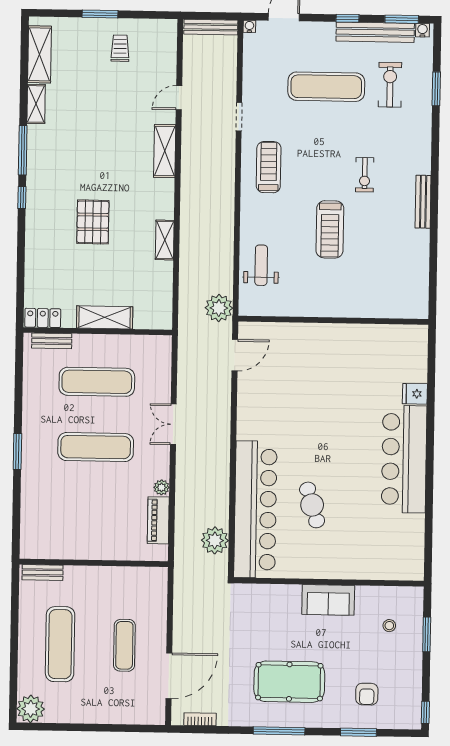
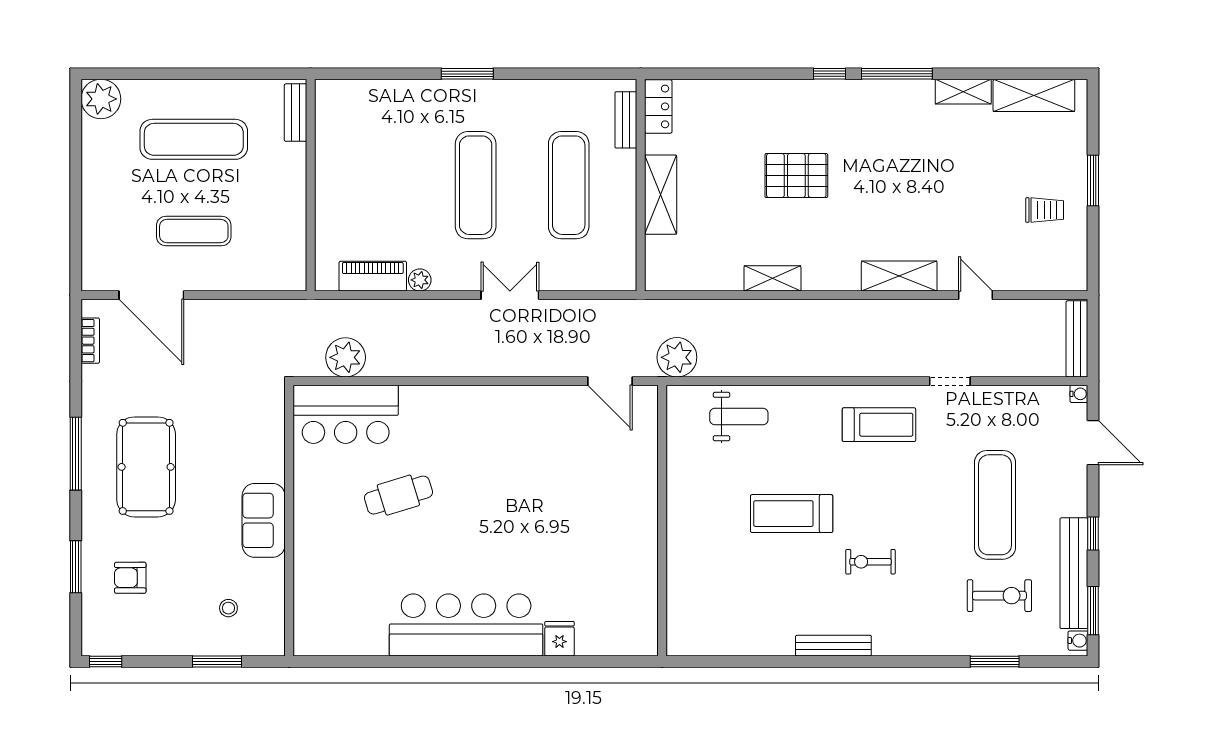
bar counter: (255, 509) -> (346, 414), width x0.54

